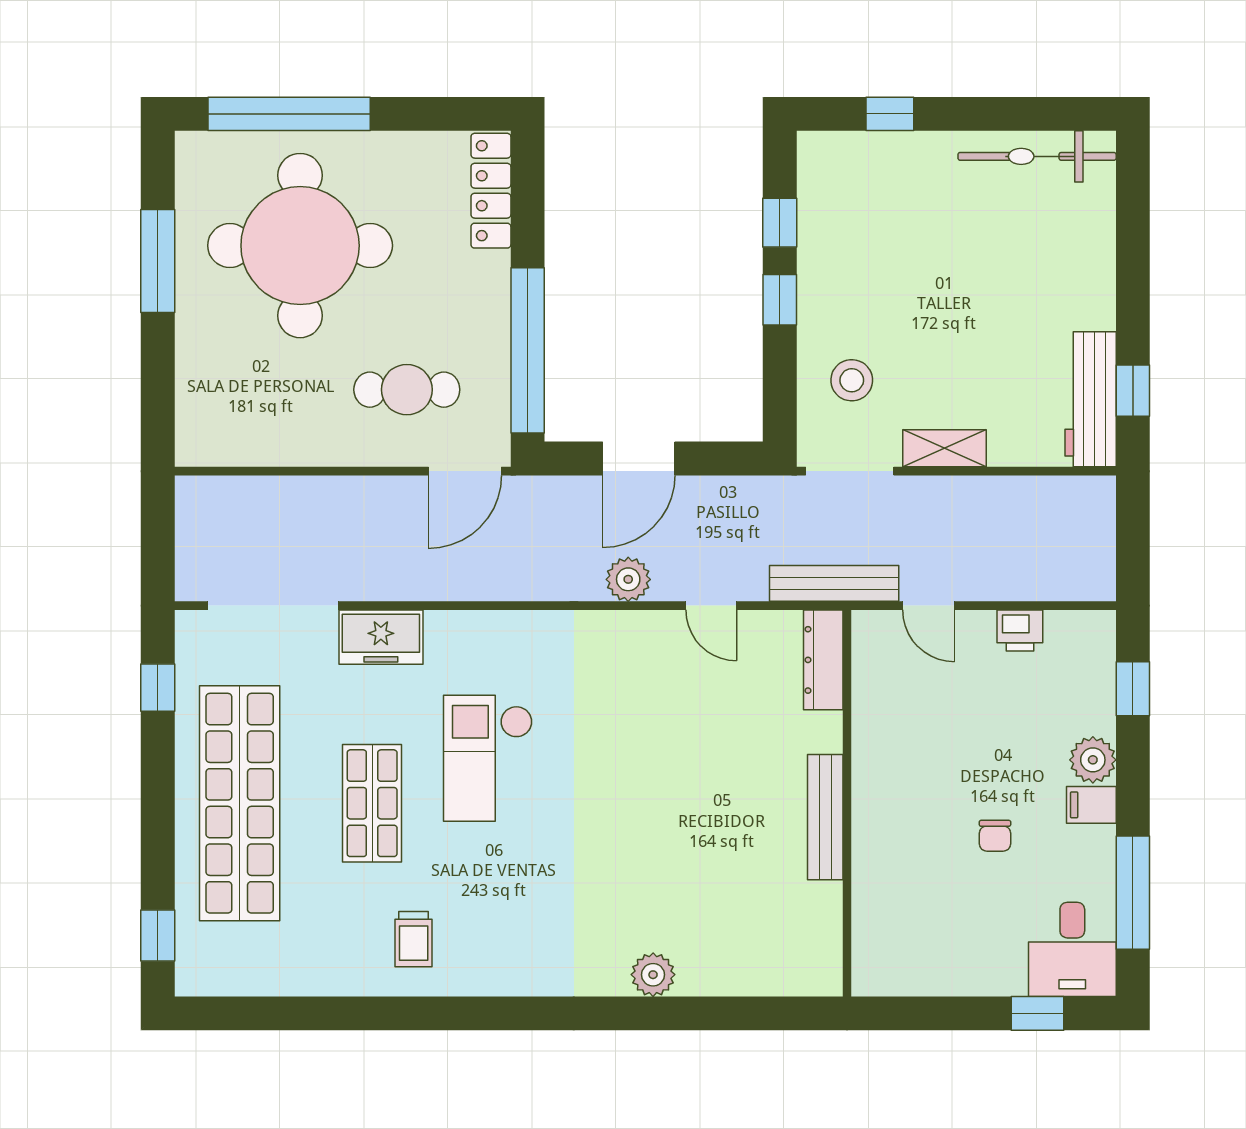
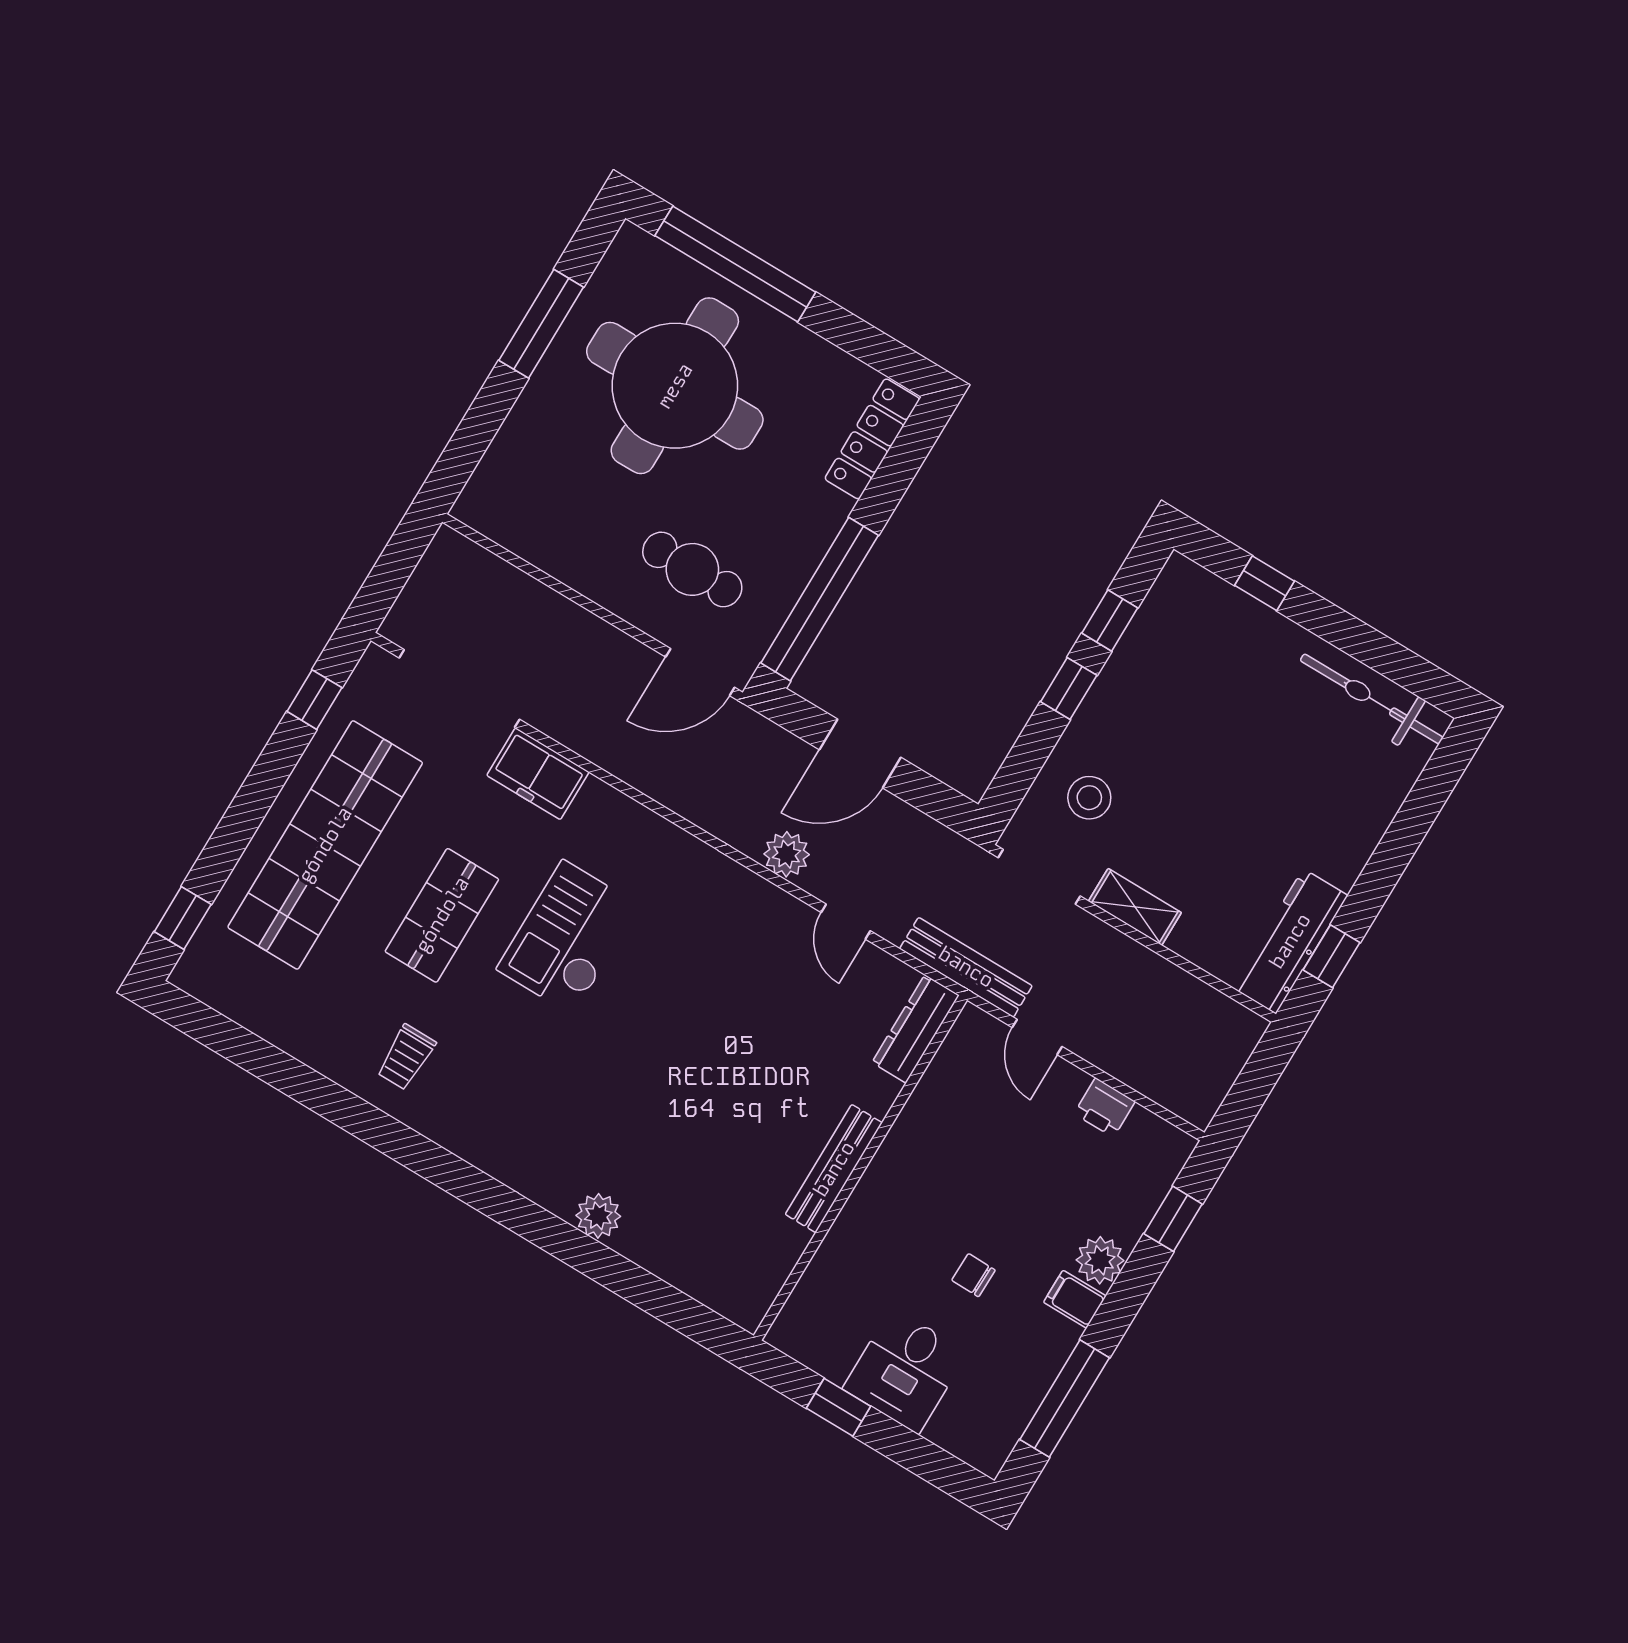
chair: (995, 836) -> (973, 1275), turned 91
desk: (1072, 949) -> (905, 1371), moved
window: (1038, 1013) -> (838, 1407), moved

